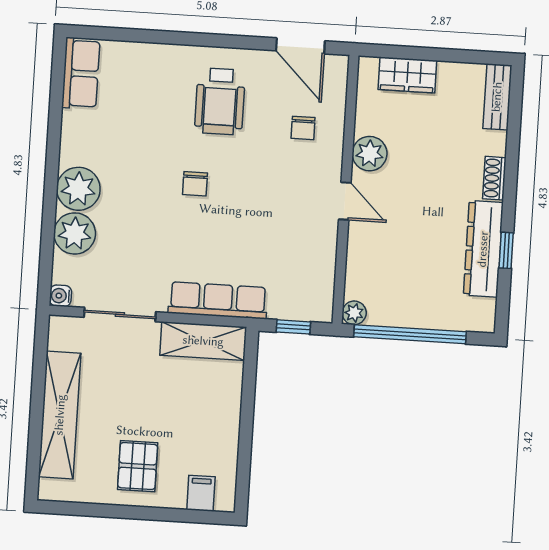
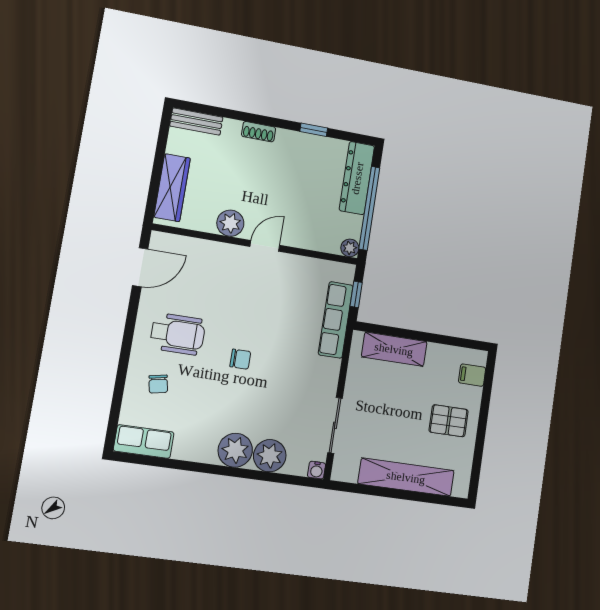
wardrobe: (407, 75) -> (172, 188), width x1.50
chair: (303, 128) -> (158, 384), moved, turned 79
dresser: (483, 249) -> (357, 178), moved, turned 90
row of seats: (218, 300) -> (336, 320), moved
shelving: (203, 341) -> (394, 349), moved, turned 90

